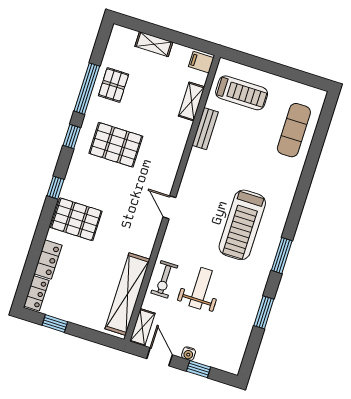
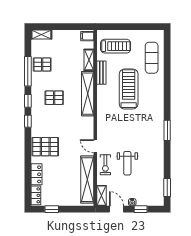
shelving: (154, 44) -> (41, 34), moved
pallet: (114, 85) -> (42, 64), turned 90
pallet: (116, 145) -> (54, 98), width x0.67, depth x0.71
shelving: (172, 155) -> (88, 94), added
window: (55, 188) -> (28, 121), moved
door: (169, 207) -> (95, 146), moved
treadmill: (242, 225) -> (129, 89), moved, turned 180
weight bench: (201, 288) -> (127, 163), turned 180
window: (264, 312) -> (167, 188), moved

